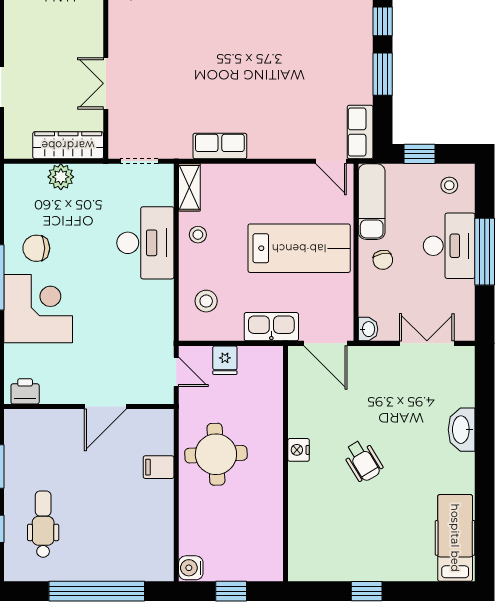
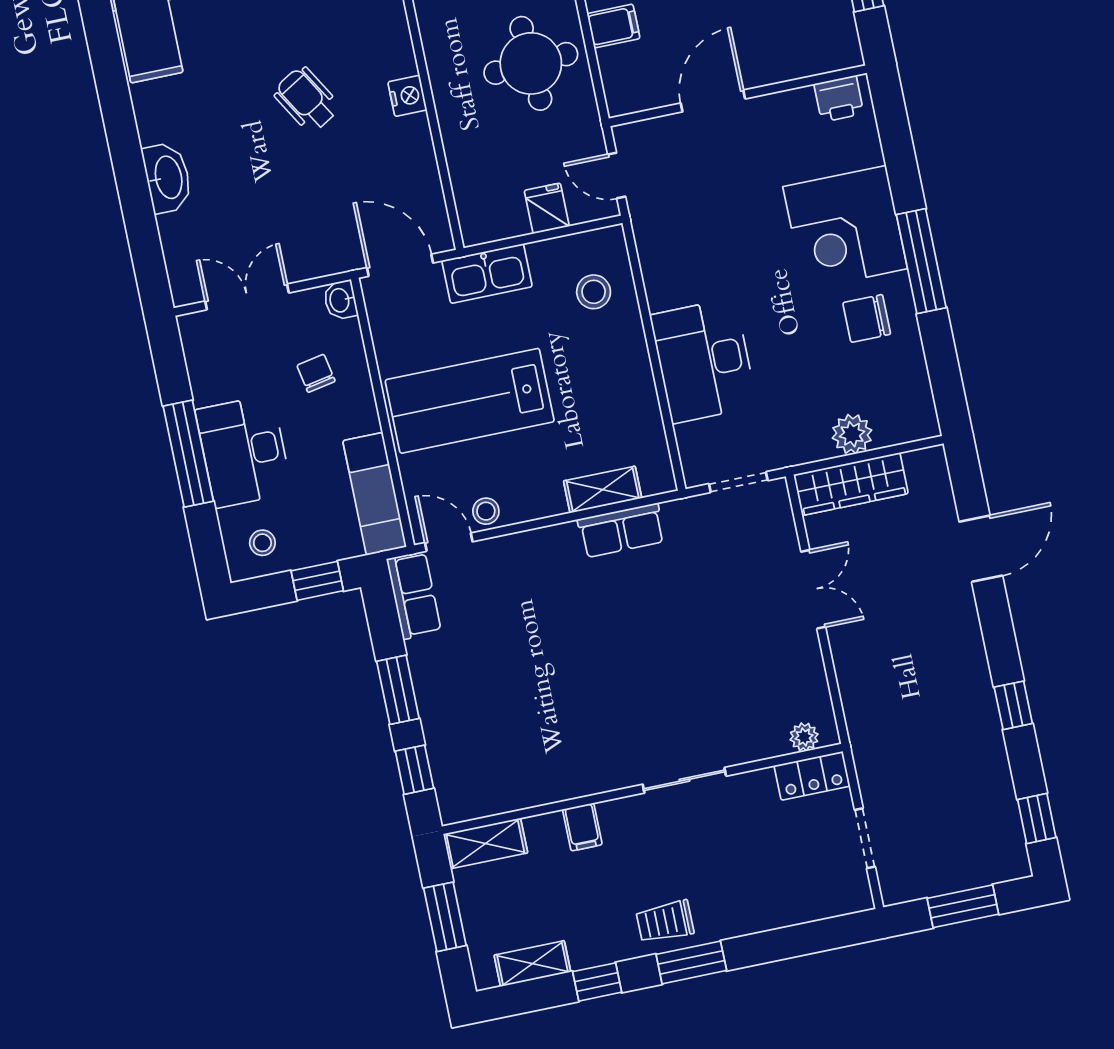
shelving: (189, 187) -> (603, 490), moved, turned 90
stool: (198, 235) -> (486, 511), moved
chair: (36, 248) -> (867, 318), turned 180
chair: (383, 260) -> (316, 373), moved
double door: (427, 343) -> (247, 297), swing flipped

